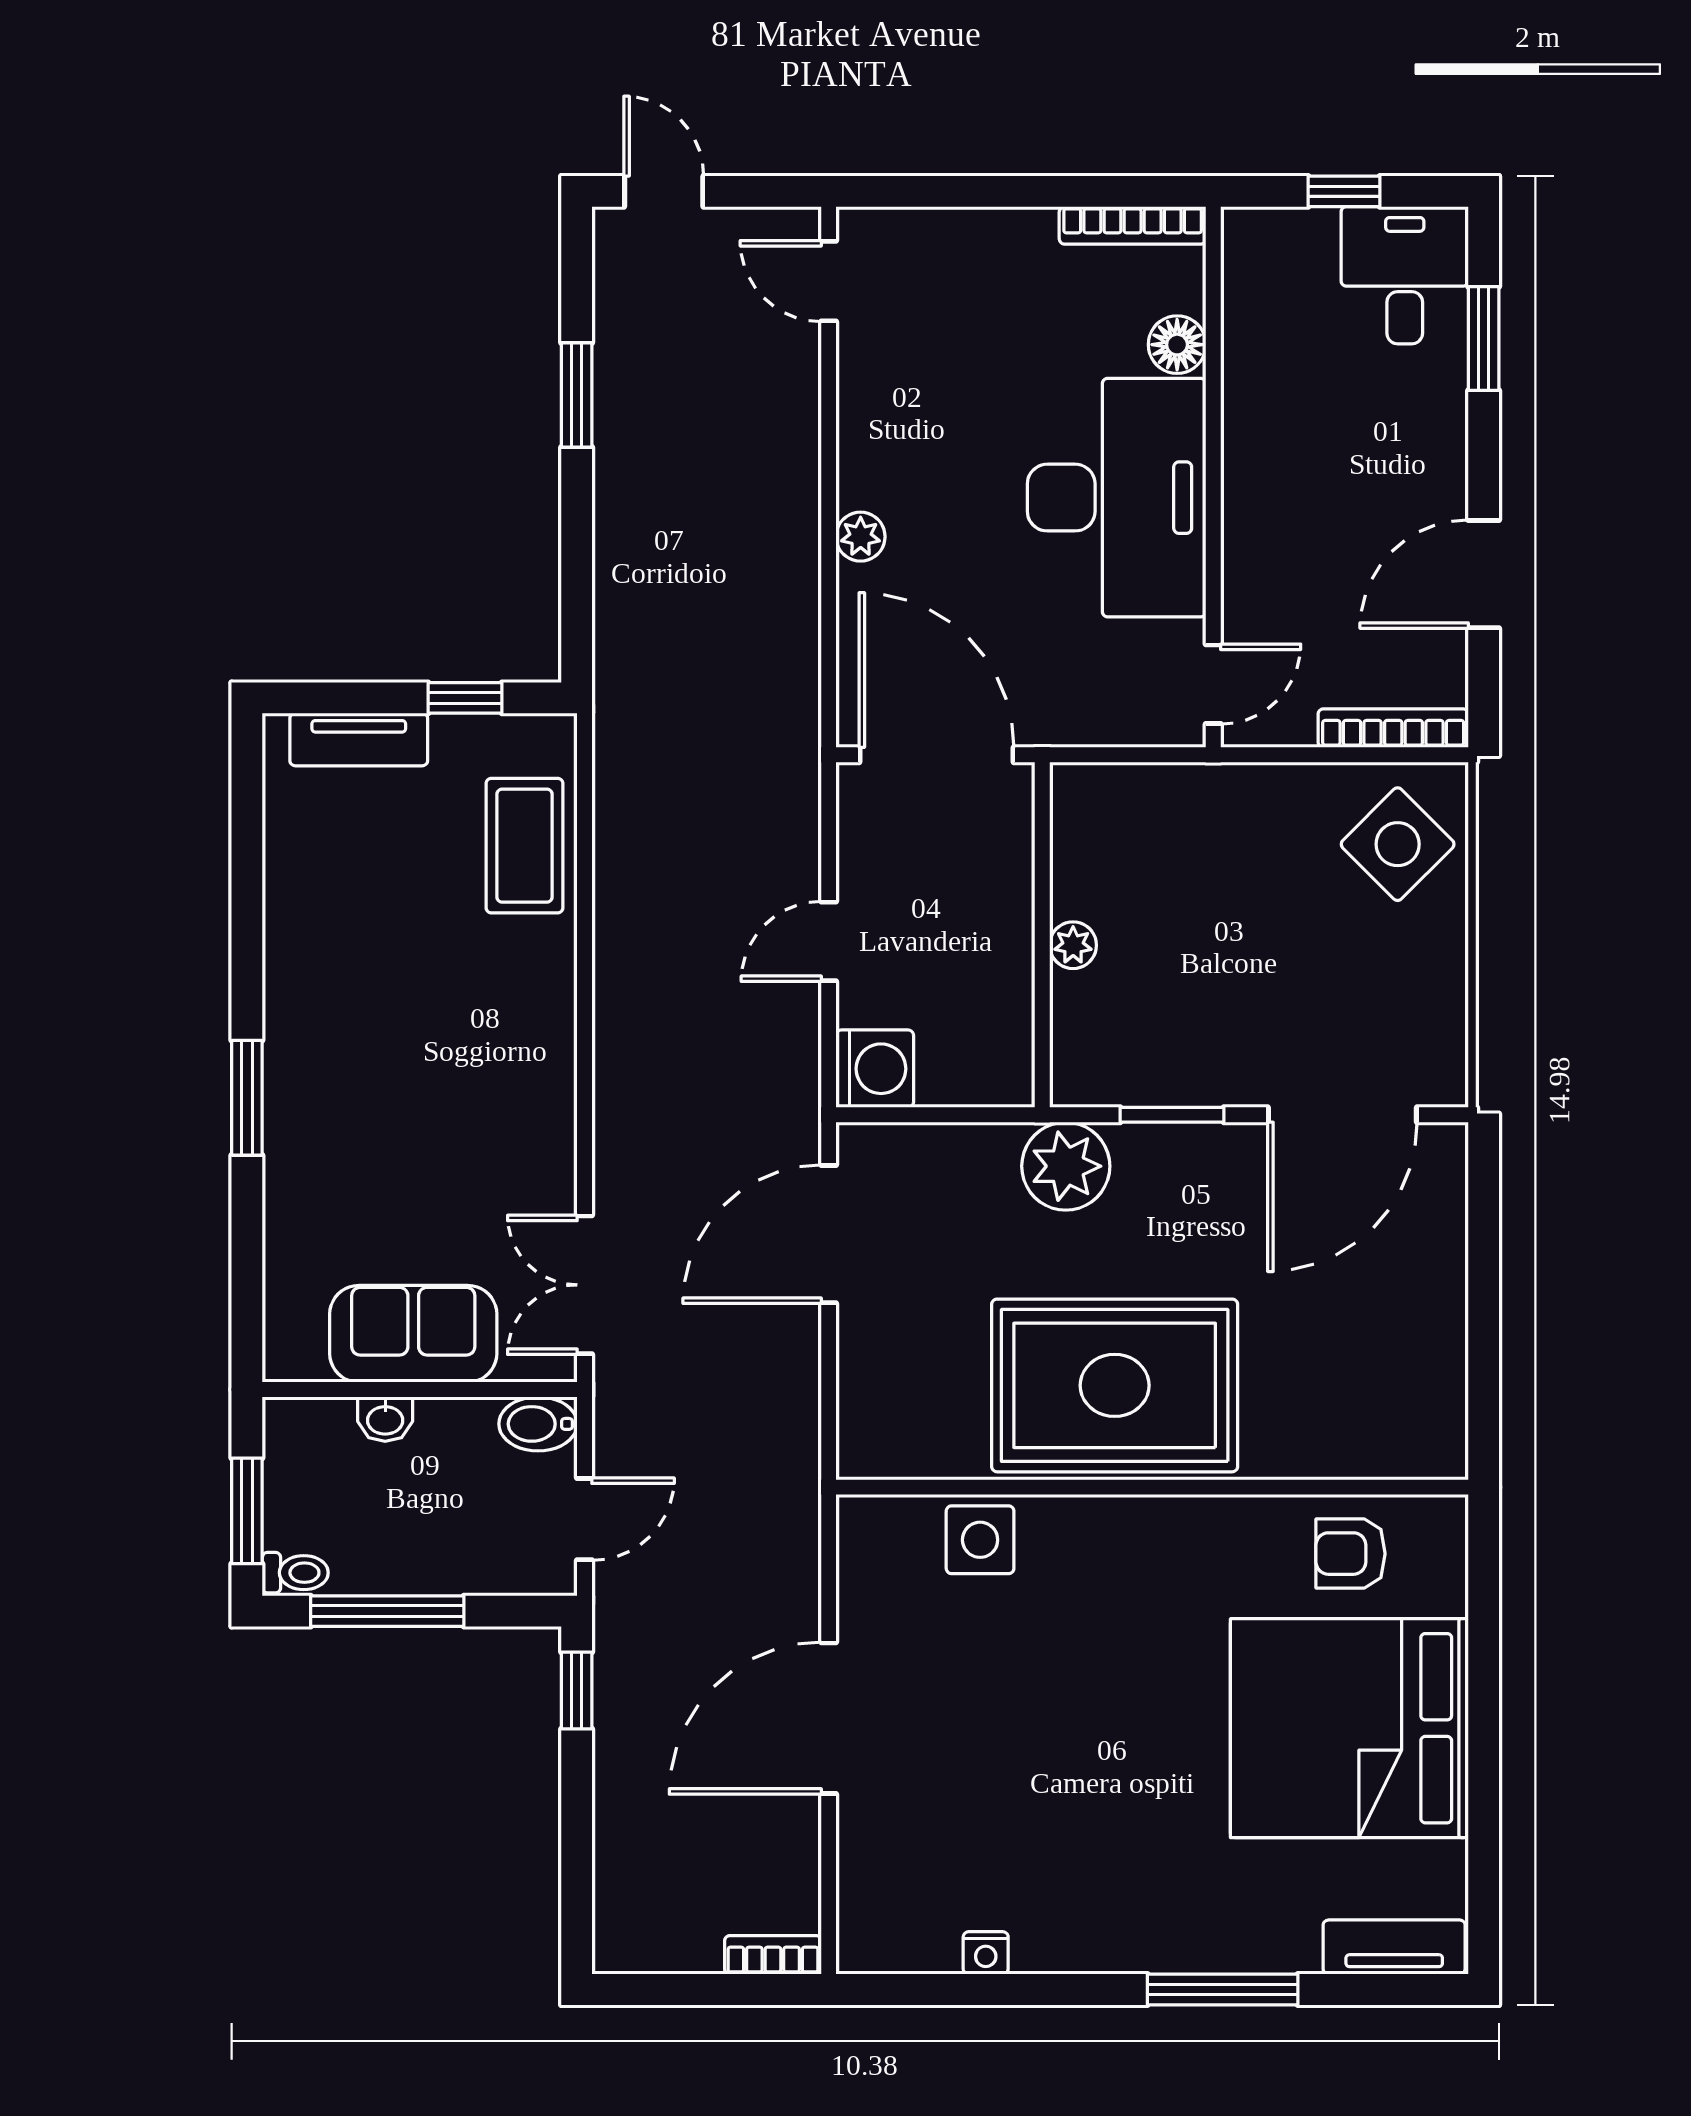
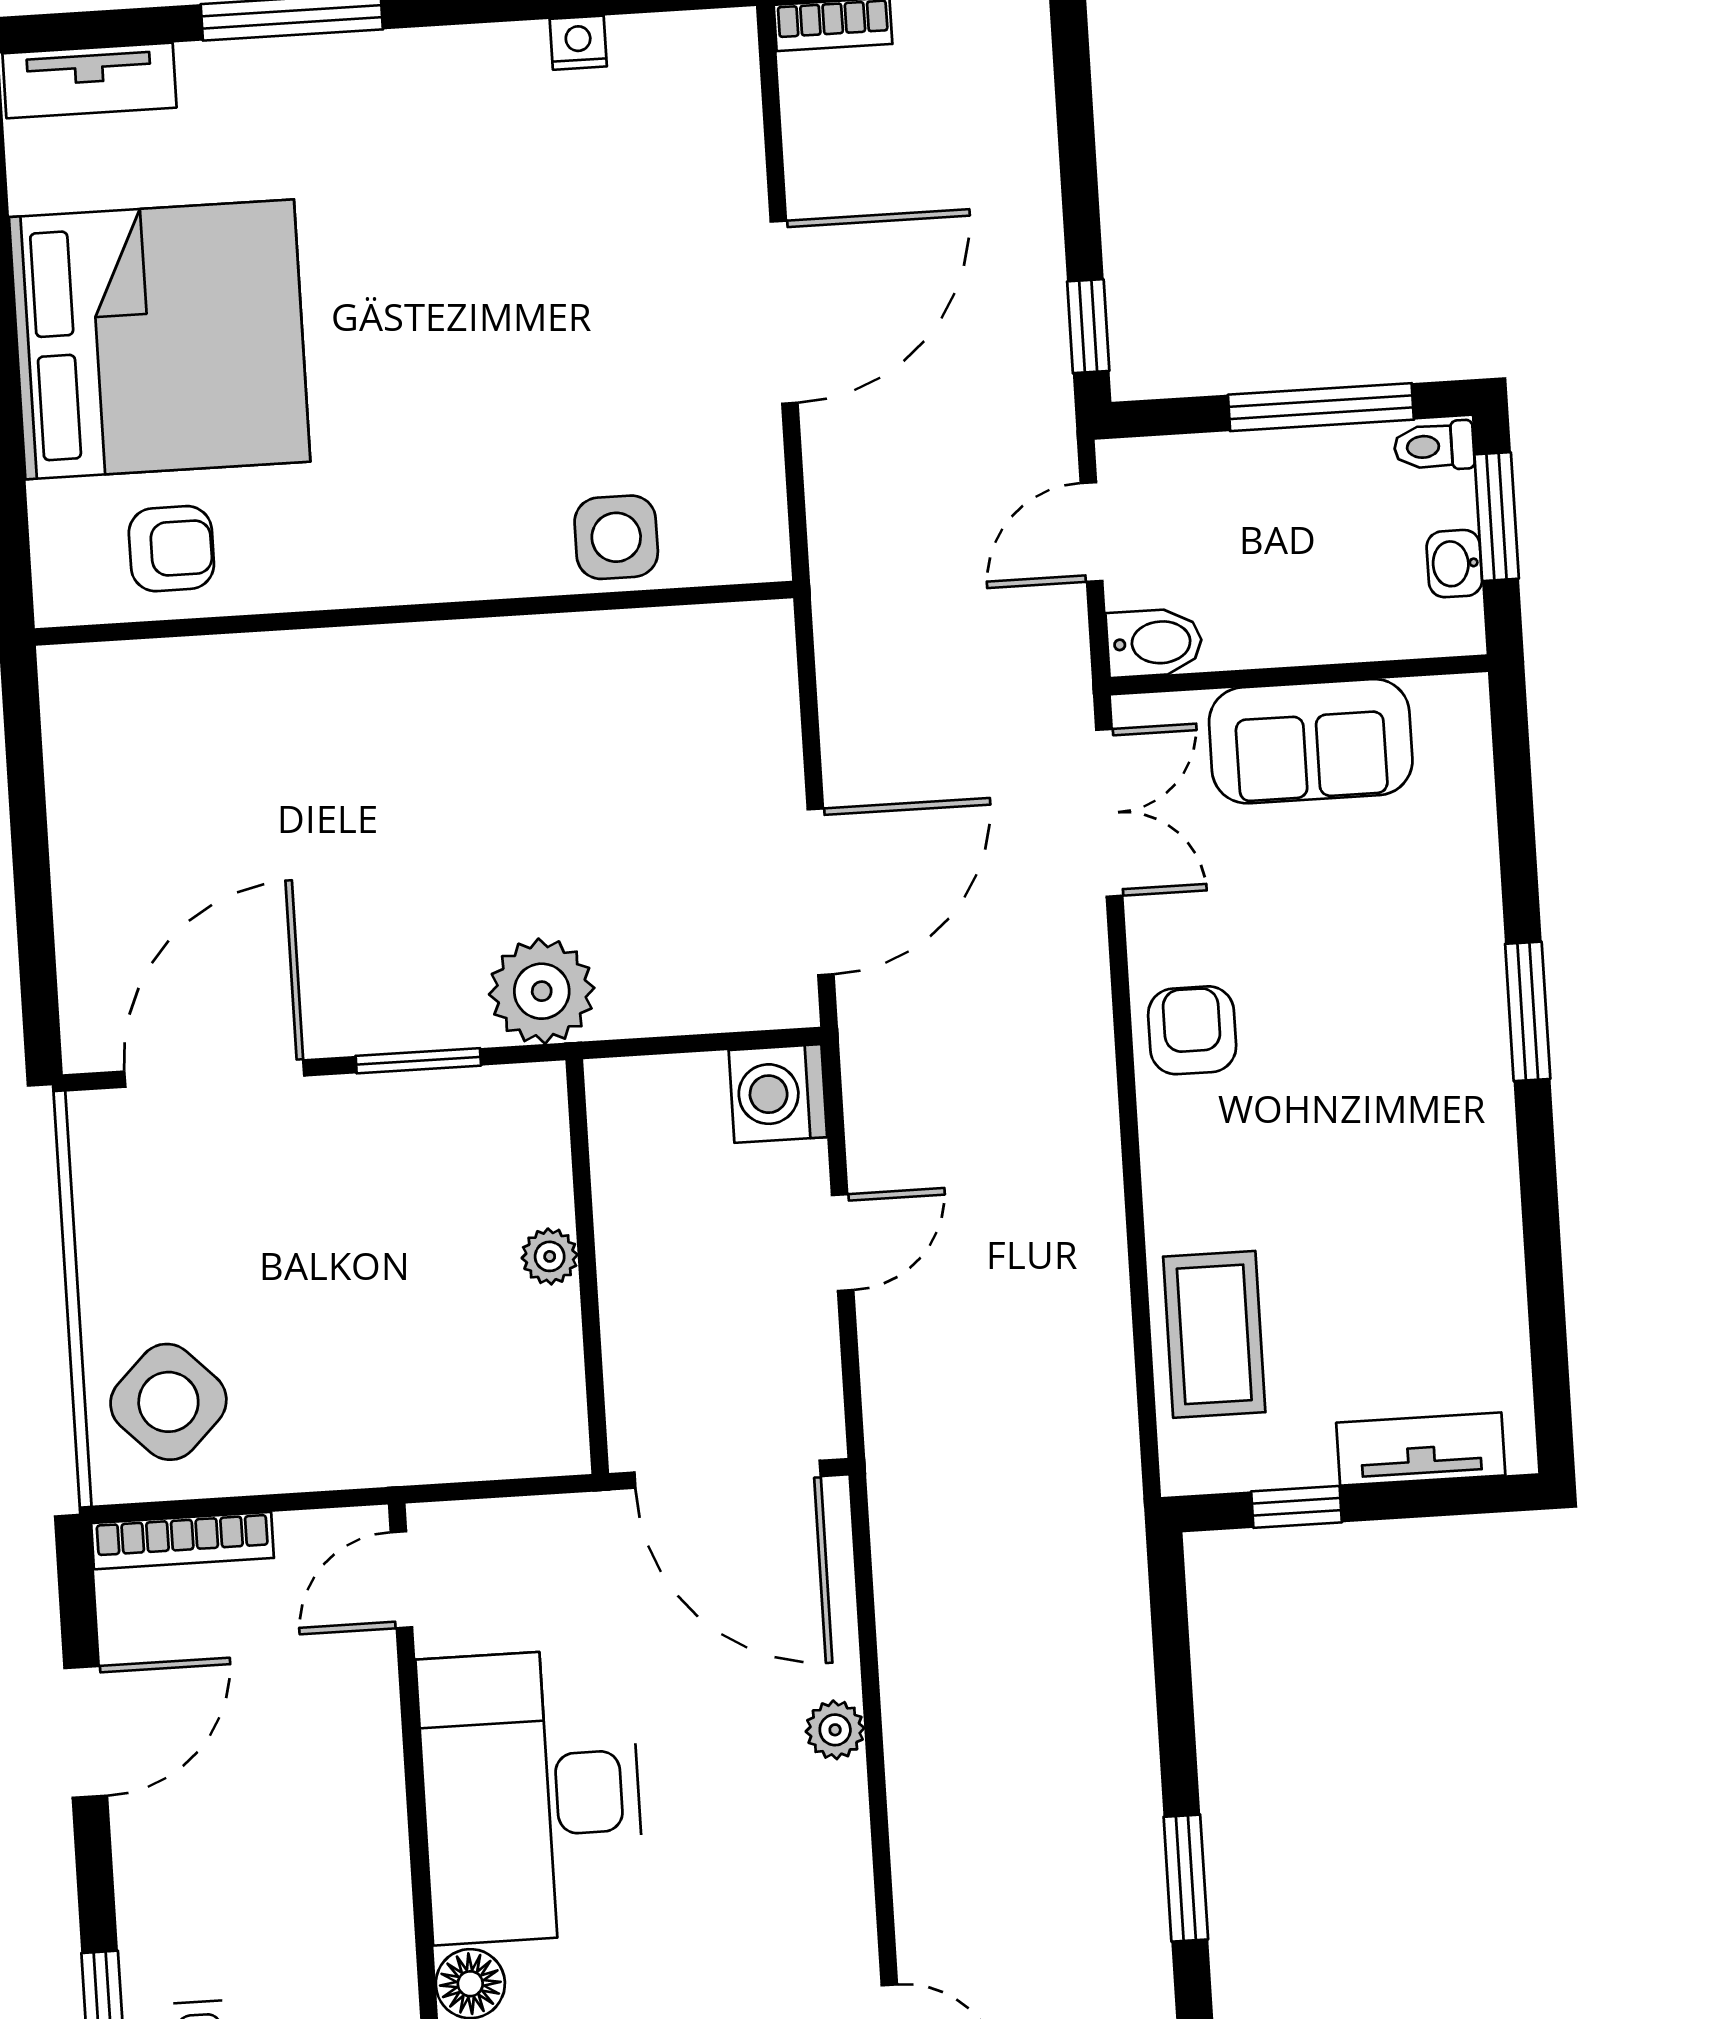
armchair: (527, 1100) -> (1192, 1030), added
rug: (1115, 1385) -> (467, 732), removed
washbasin: (385, 1419) -> (1454, 564), moved, turned -90

